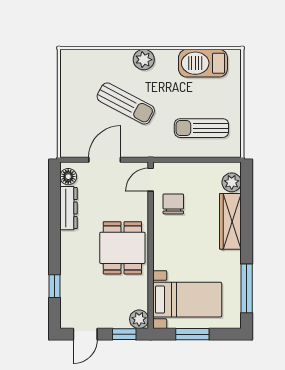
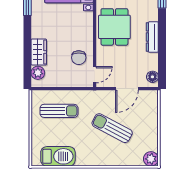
plant: (144, 60) -> (151, 159), moved
dresser: (68, 208) -> (152, 37), moved
wardrobe: (230, 221) -> (39, 52), width x0.67

